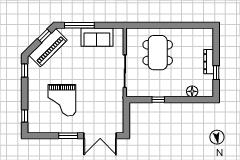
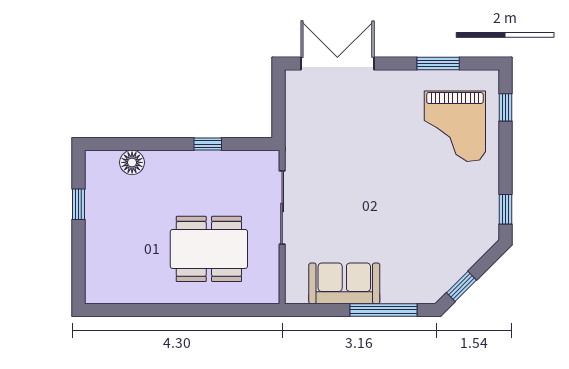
piano: (48, 48) -> (453, 260), removed
dining table: (158, 53) -> (209, 249), turned 90
dresser: (209, 62) -> (95, 229), removed
grand piano: (62, 100) -> (455, 126), moved, turned 180
window: (68, 136) -> (438, 64), moved

